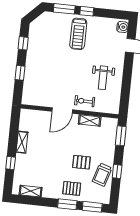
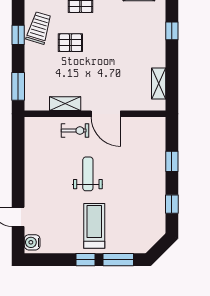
weight bench: (103, 78) -> (88, 174), moved
door: (62, 111) -> (106, 114), swing flipped
shelving: (22, 142) -> (159, 84), moved

